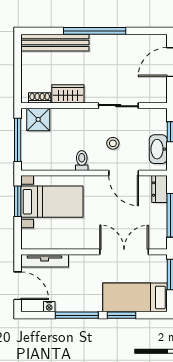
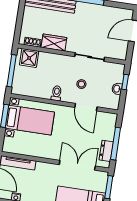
washbasin: (158, 149) -> (117, 89), width x0.52, depth x0.69
dresser: (160, 189) -> (106, 151), moved

